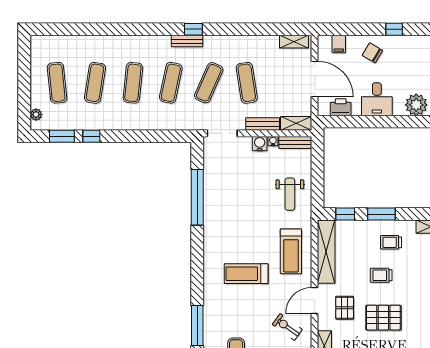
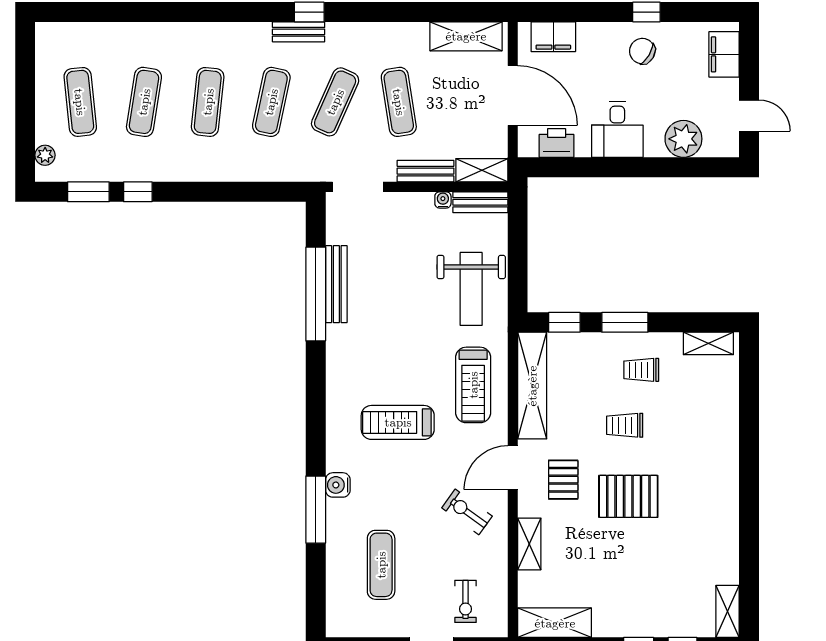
shelving: (294, 42) -> (466, 36), width x1.50, depth x1.33
filing cabinet: (339, 44) -> (553, 37), width x2.00
chair: (372, 53) -> (642, 51), moved
water cooler: (260, 144) -> (338, 485), moved, turned -90
bench: (209, 191) -> (336, 284), added
weight bench: (290, 194) -> (471, 289), width x1.36, depth x1.33

